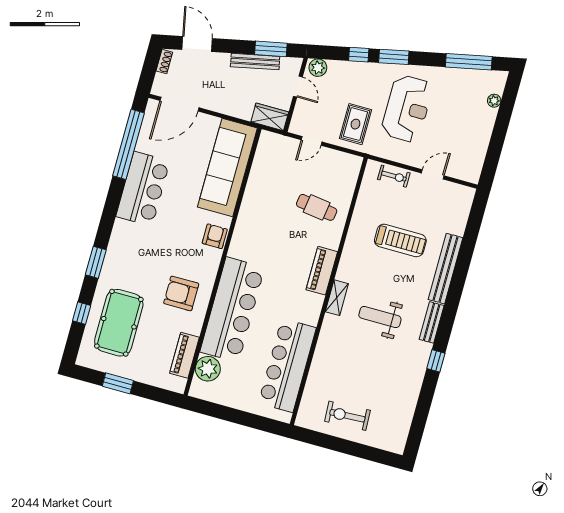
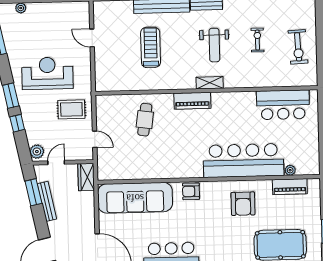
exercise bike: (394, 176) -> (257, 40), moved
bar counter: (287, 365) -> (283, 105), width x0.73
plant: (208, 369) -> (290, 170), width x0.53, depth x0.53

